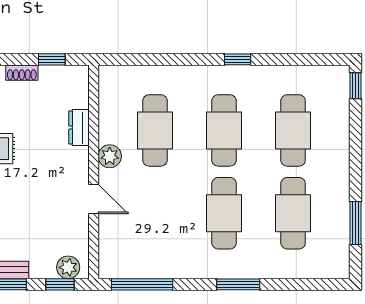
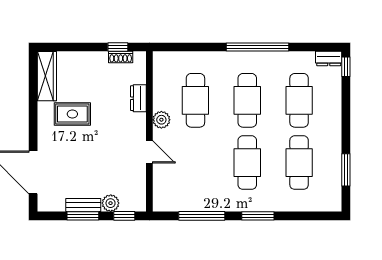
window: (238, 59) -> (257, 47), width x3.17
shoe rack: (22, 73) -> (121, 57), moved
dresser: (333, 75) -> (329, 58), added
plant: (68, 267) -> (111, 203), moved
window: (142, 284) -> (202, 216), moved

